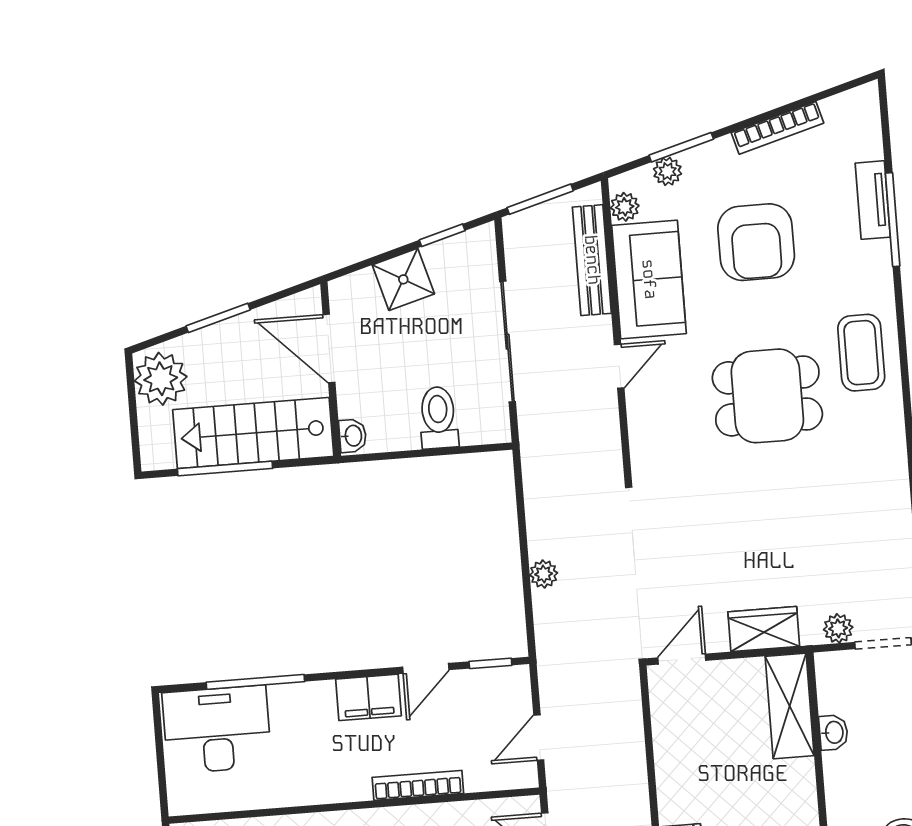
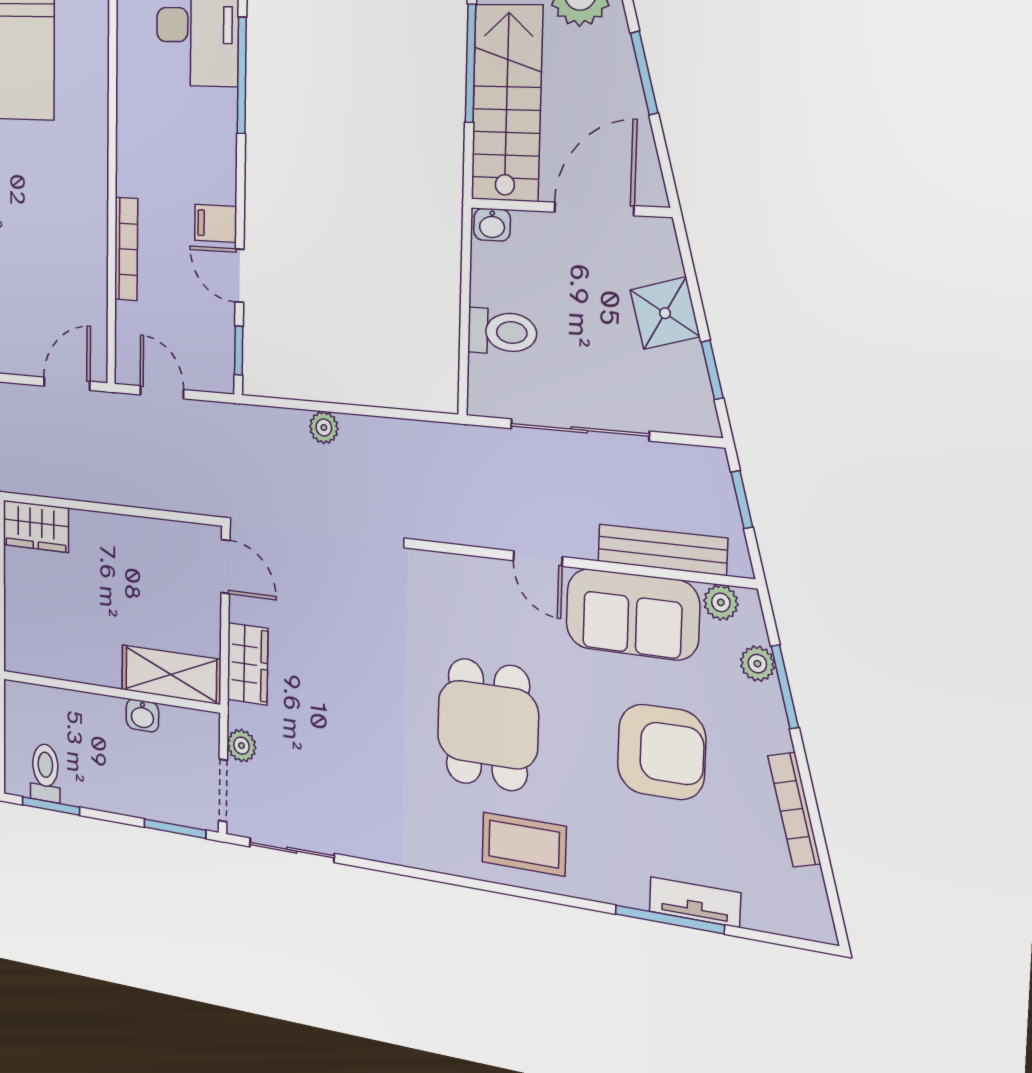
window: (540, 199) -> (742, 500), width x0.67
armchair: (756, 242) -> (661, 752), turned 180
filing cabinet: (368, 697) -> (216, 223), width x0.50

